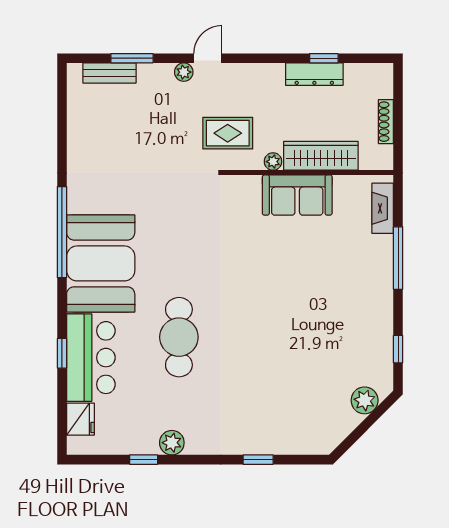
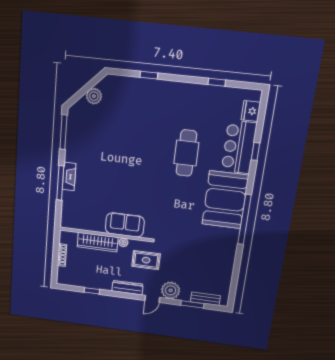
plant: (184, 72) -> (171, 290), width x1.87, depth x1.87
dresser: (314, 74) -> (128, 288), moved
sofa: (297, 195) -> (125, 225), moved
fireplace: (383, 208) -> (69, 177), moved
window: (398, 349) -> (63, 132), width x2.17
plant: (365, 400) -> (94, 96), moved
plant: (172, 443) -> (199, 91), removed

